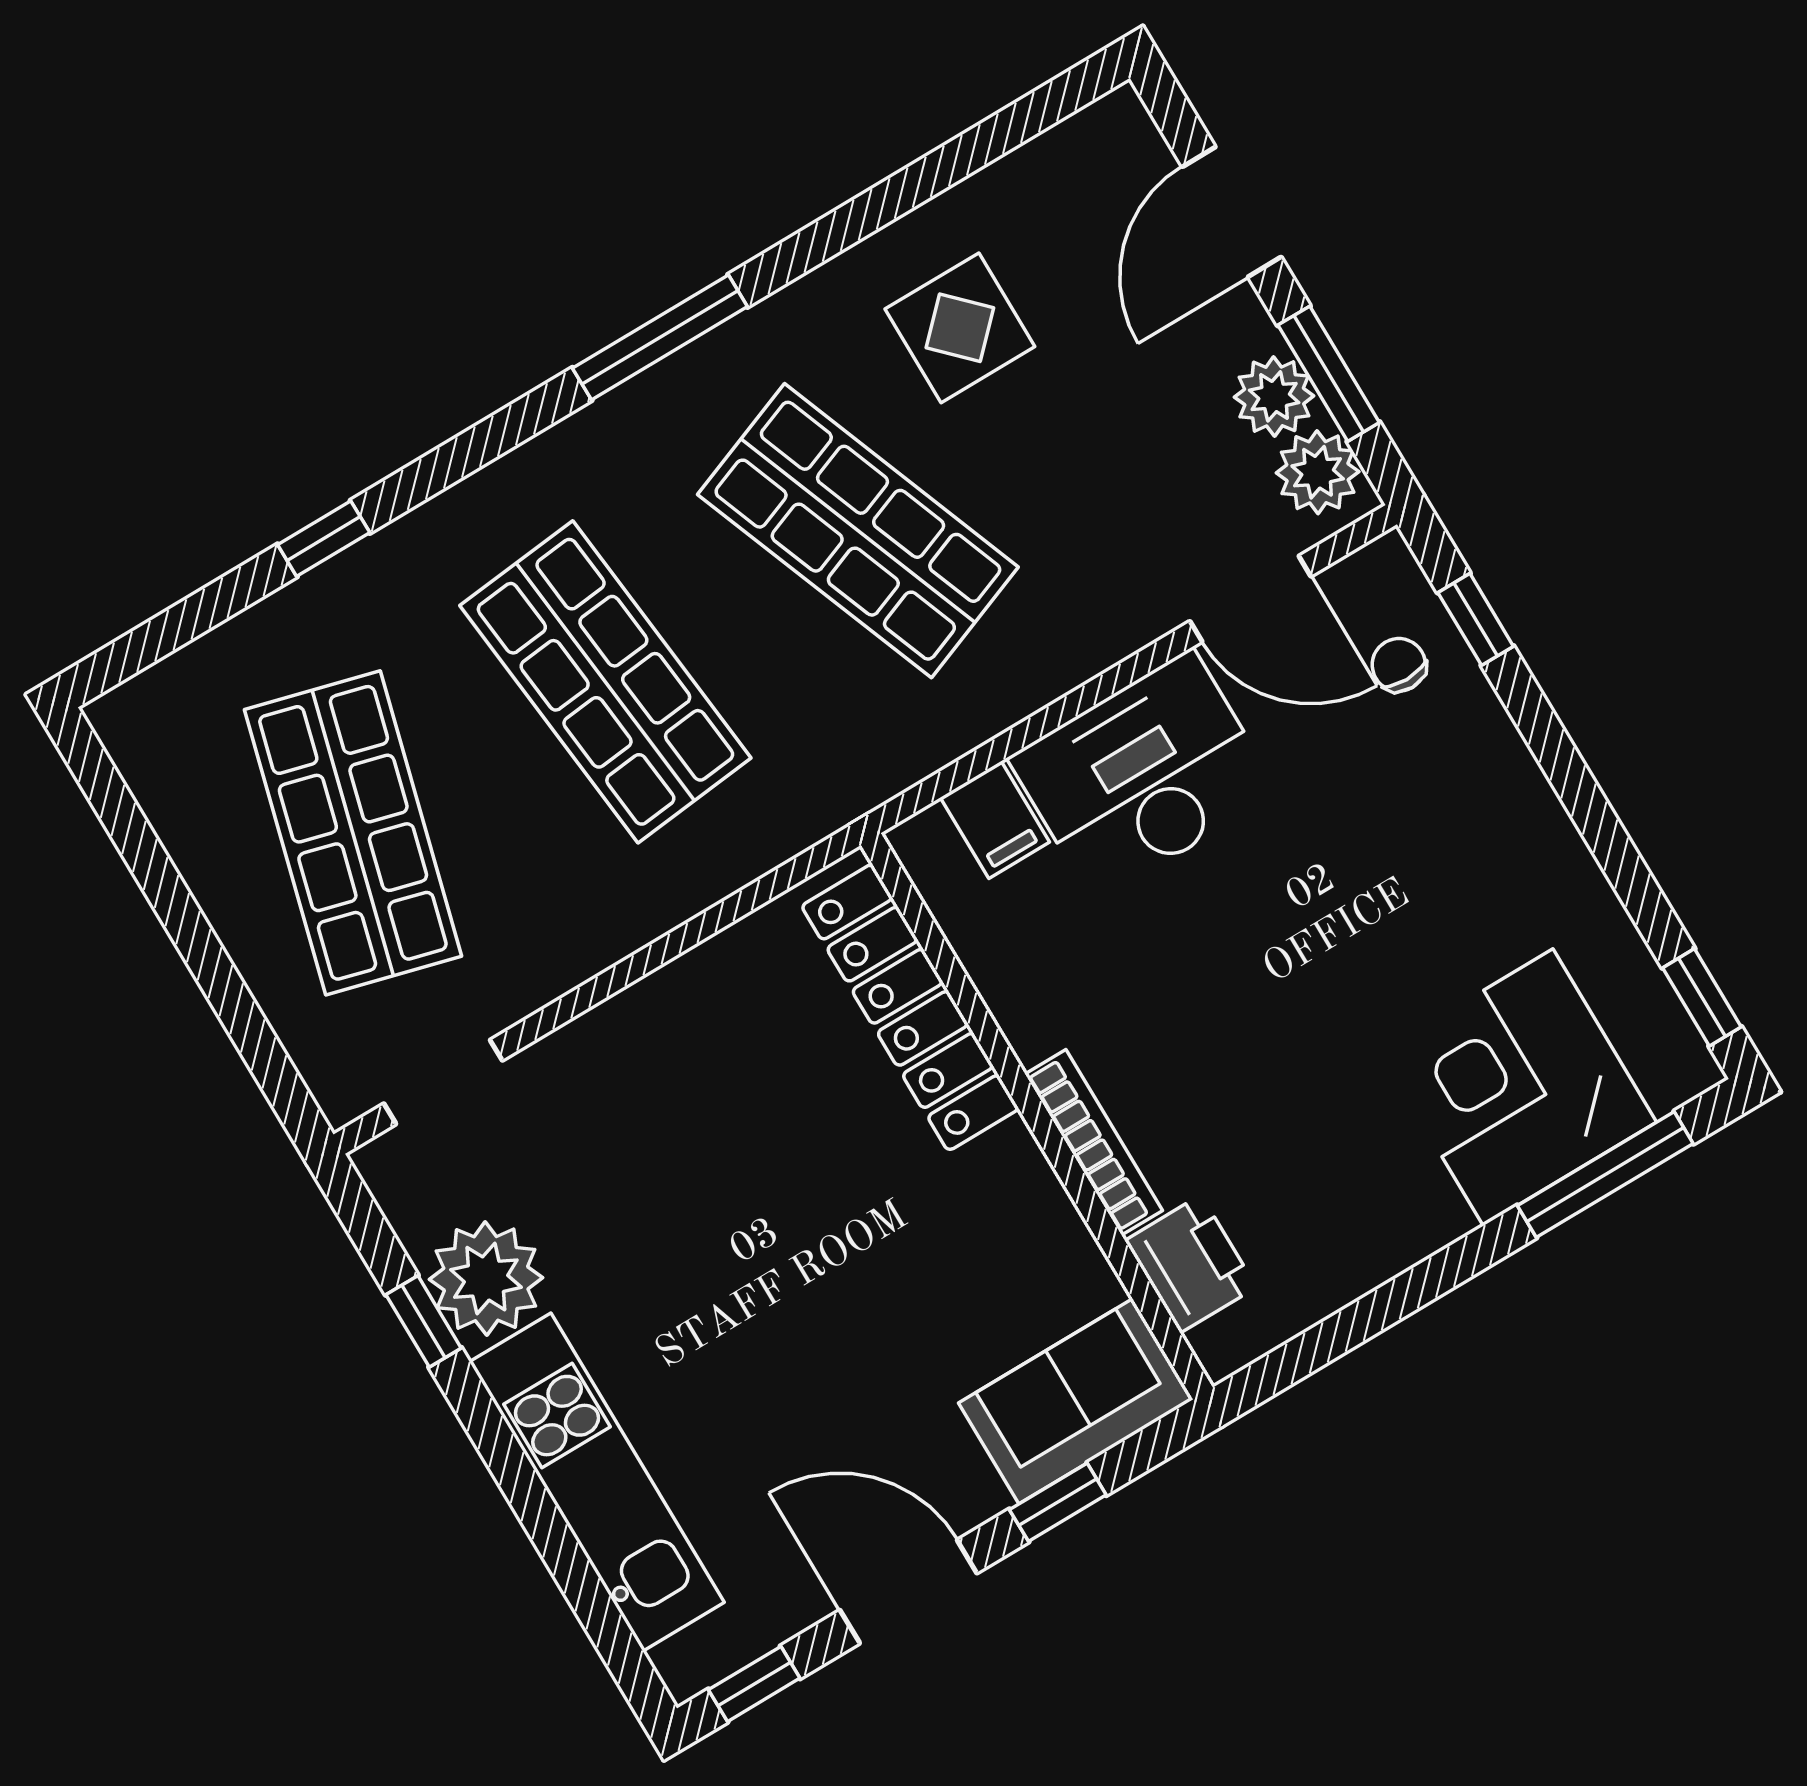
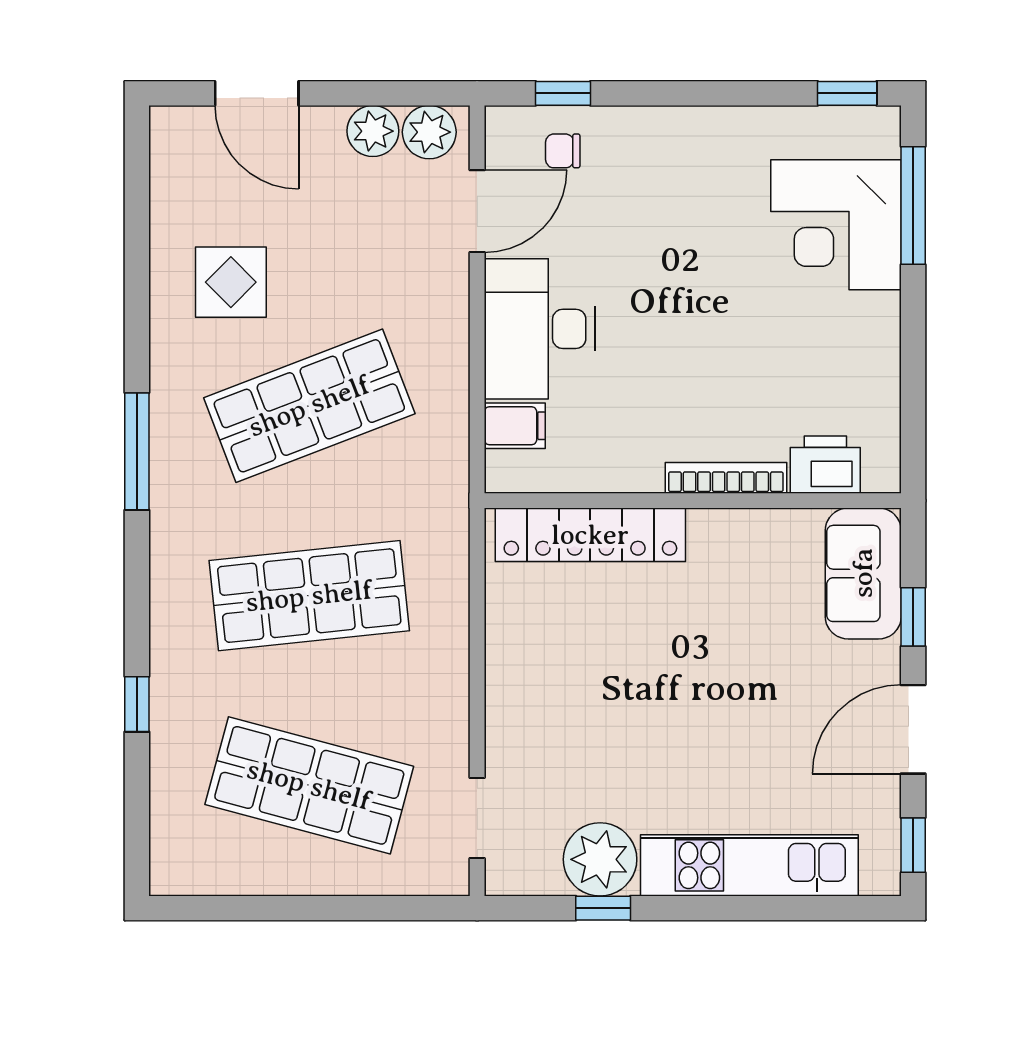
window: (1329, 374) -> (378, 93), removed

